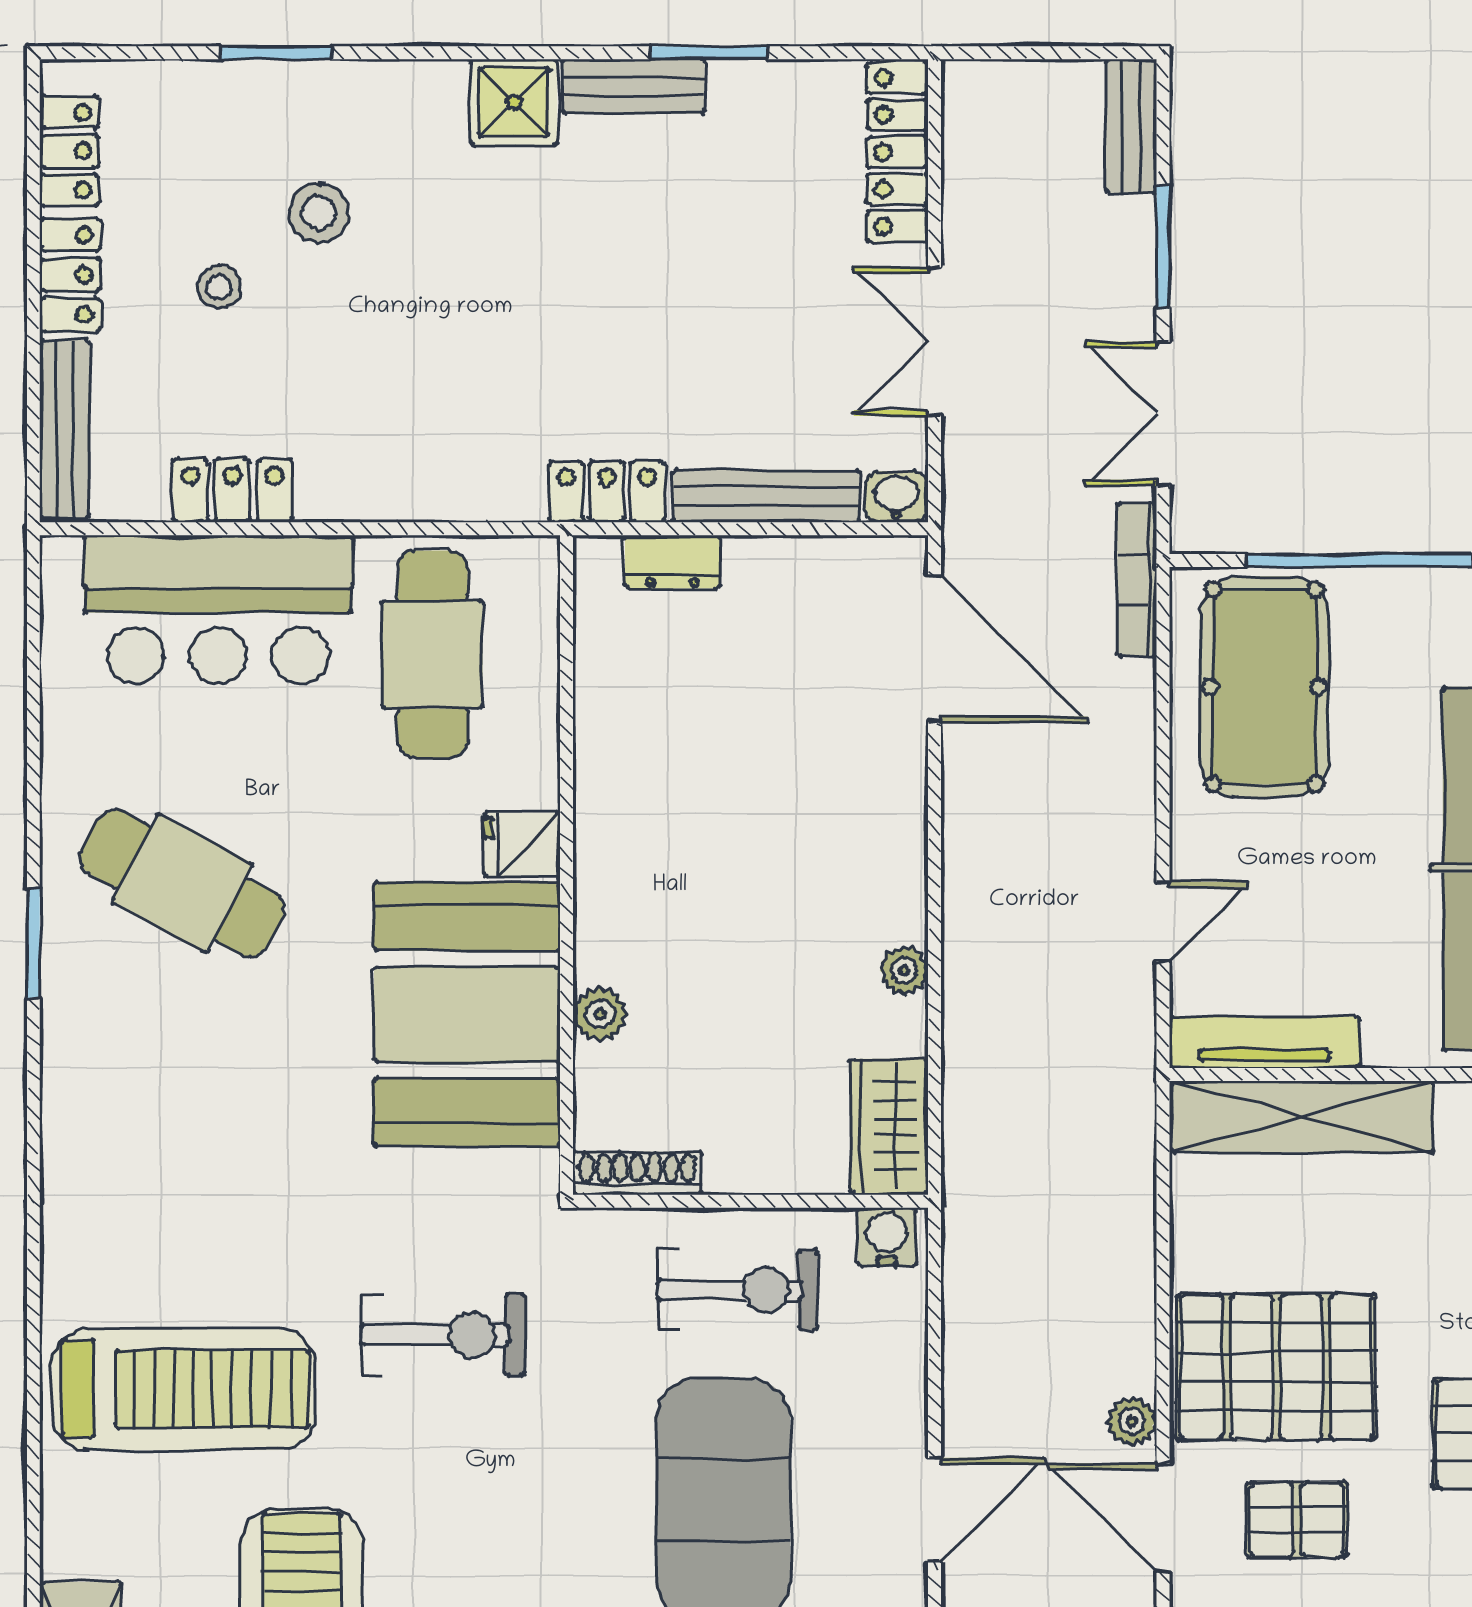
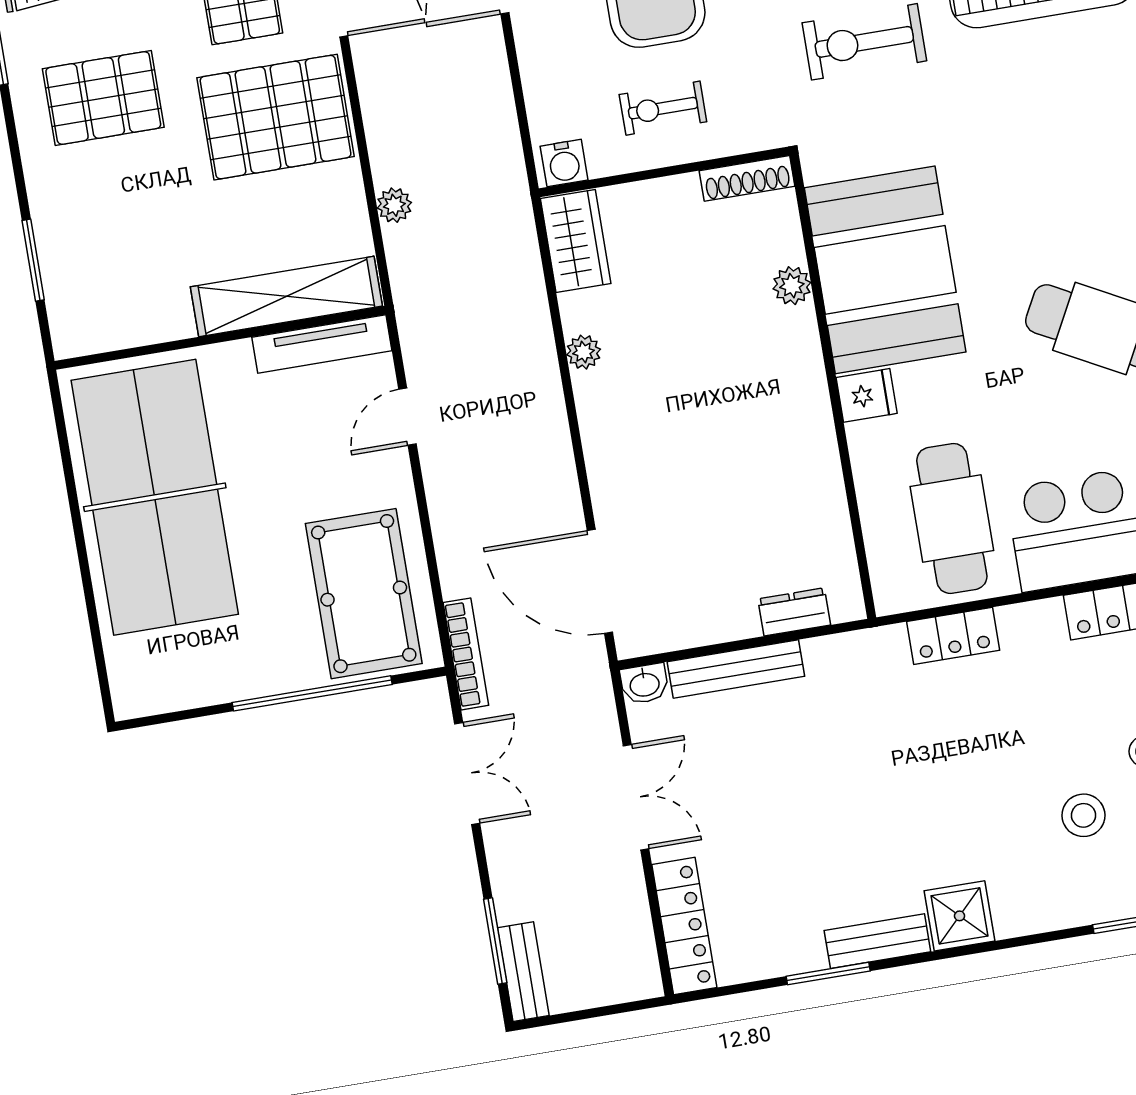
window: (1163, 247) -> (495, 941), moved
locker: (607, 492) -> (953, 636), moved
exercise bike: (737, 1290) -> (663, 108), width x0.73, depth x0.72
plant: (1132, 1421) -> (394, 205), moved

